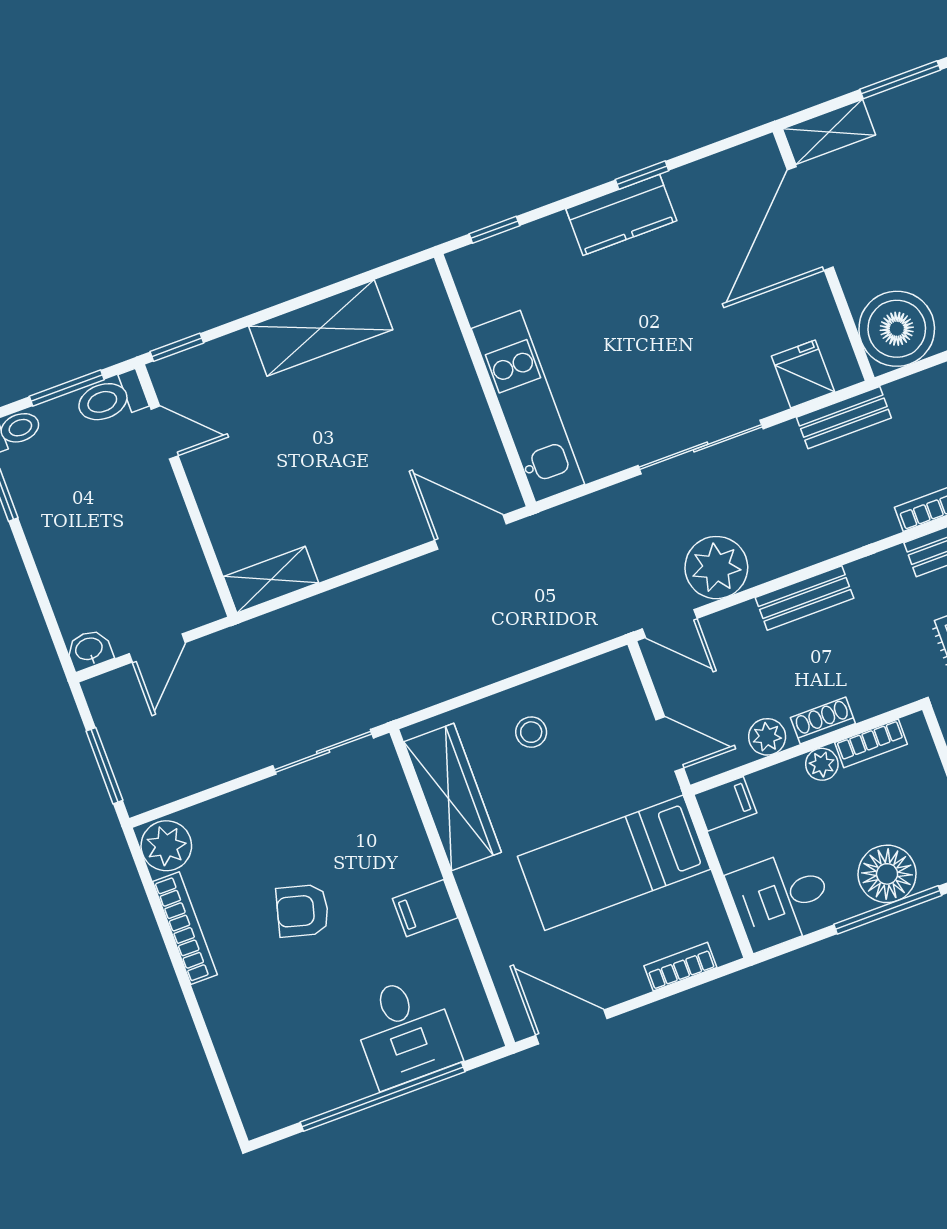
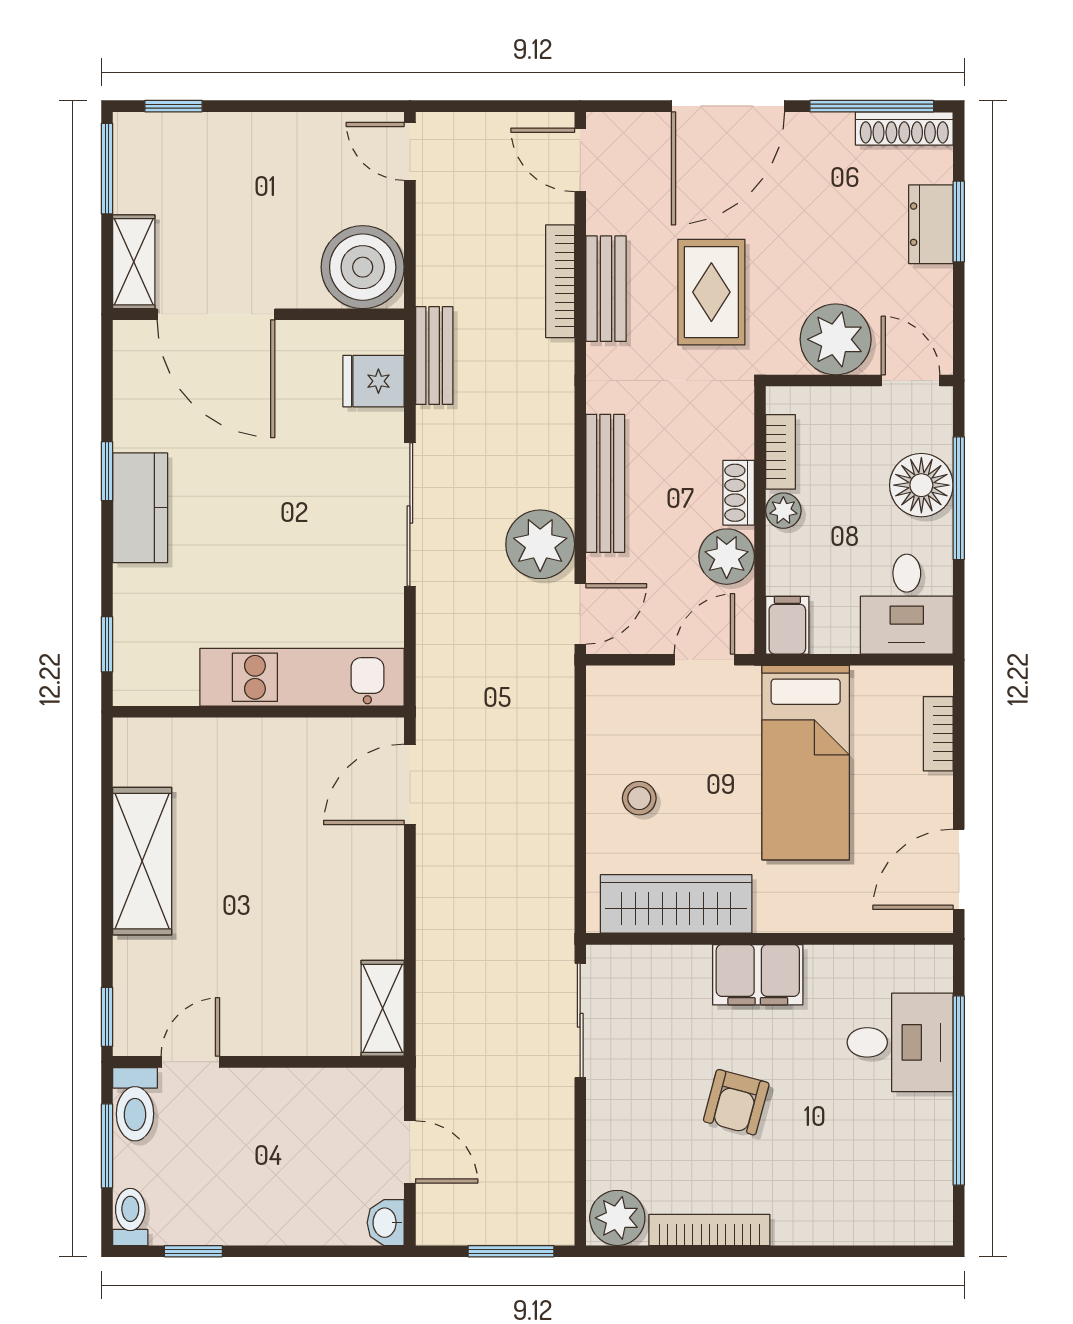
bench: (805, 598) -> (605, 483), width x1.36
plant: (767, 737) -> (727, 557), width x1.38, depth x1.38
filing cabinet: (425, 908) -> (758, 975), width x2.00

